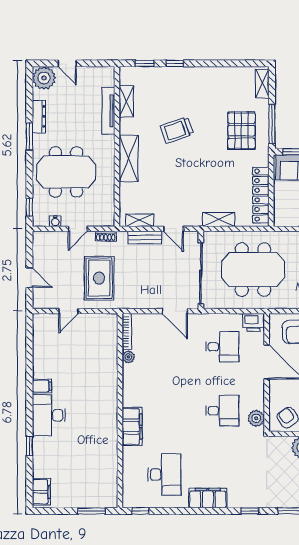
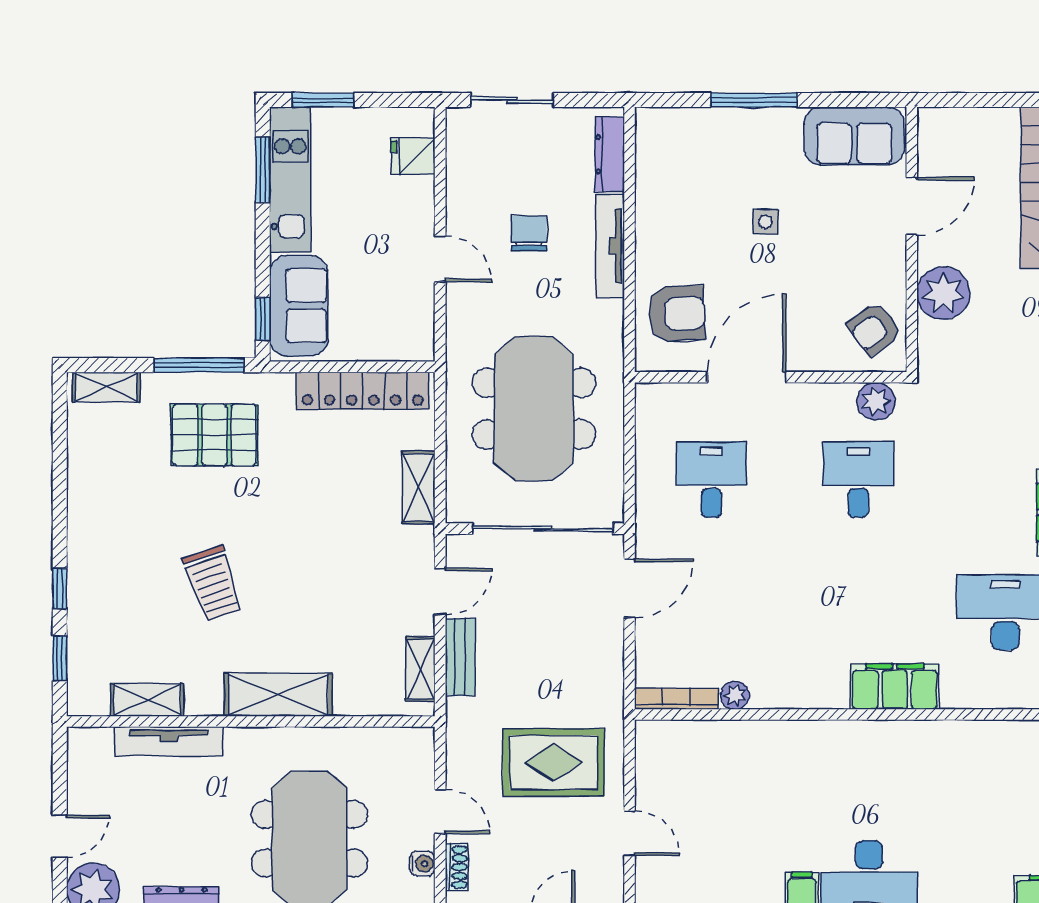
shoe rack: (106, 236) -> (457, 867), moved
printer: (253, 322) -> (655, 408), removed

